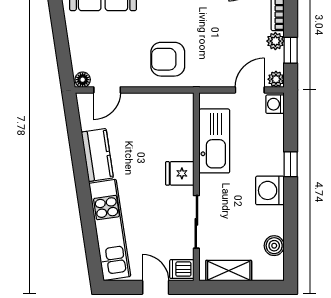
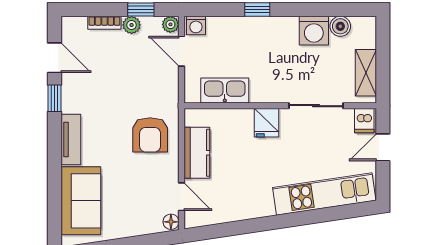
kitchen sink: (214, 141) -> (225, 90), width x0.73, depth x0.81
kitchen counter: (97, 155) -> (197, 153), moved, turned 98
washing machine: (270, 190) -> (314, 31), moved

